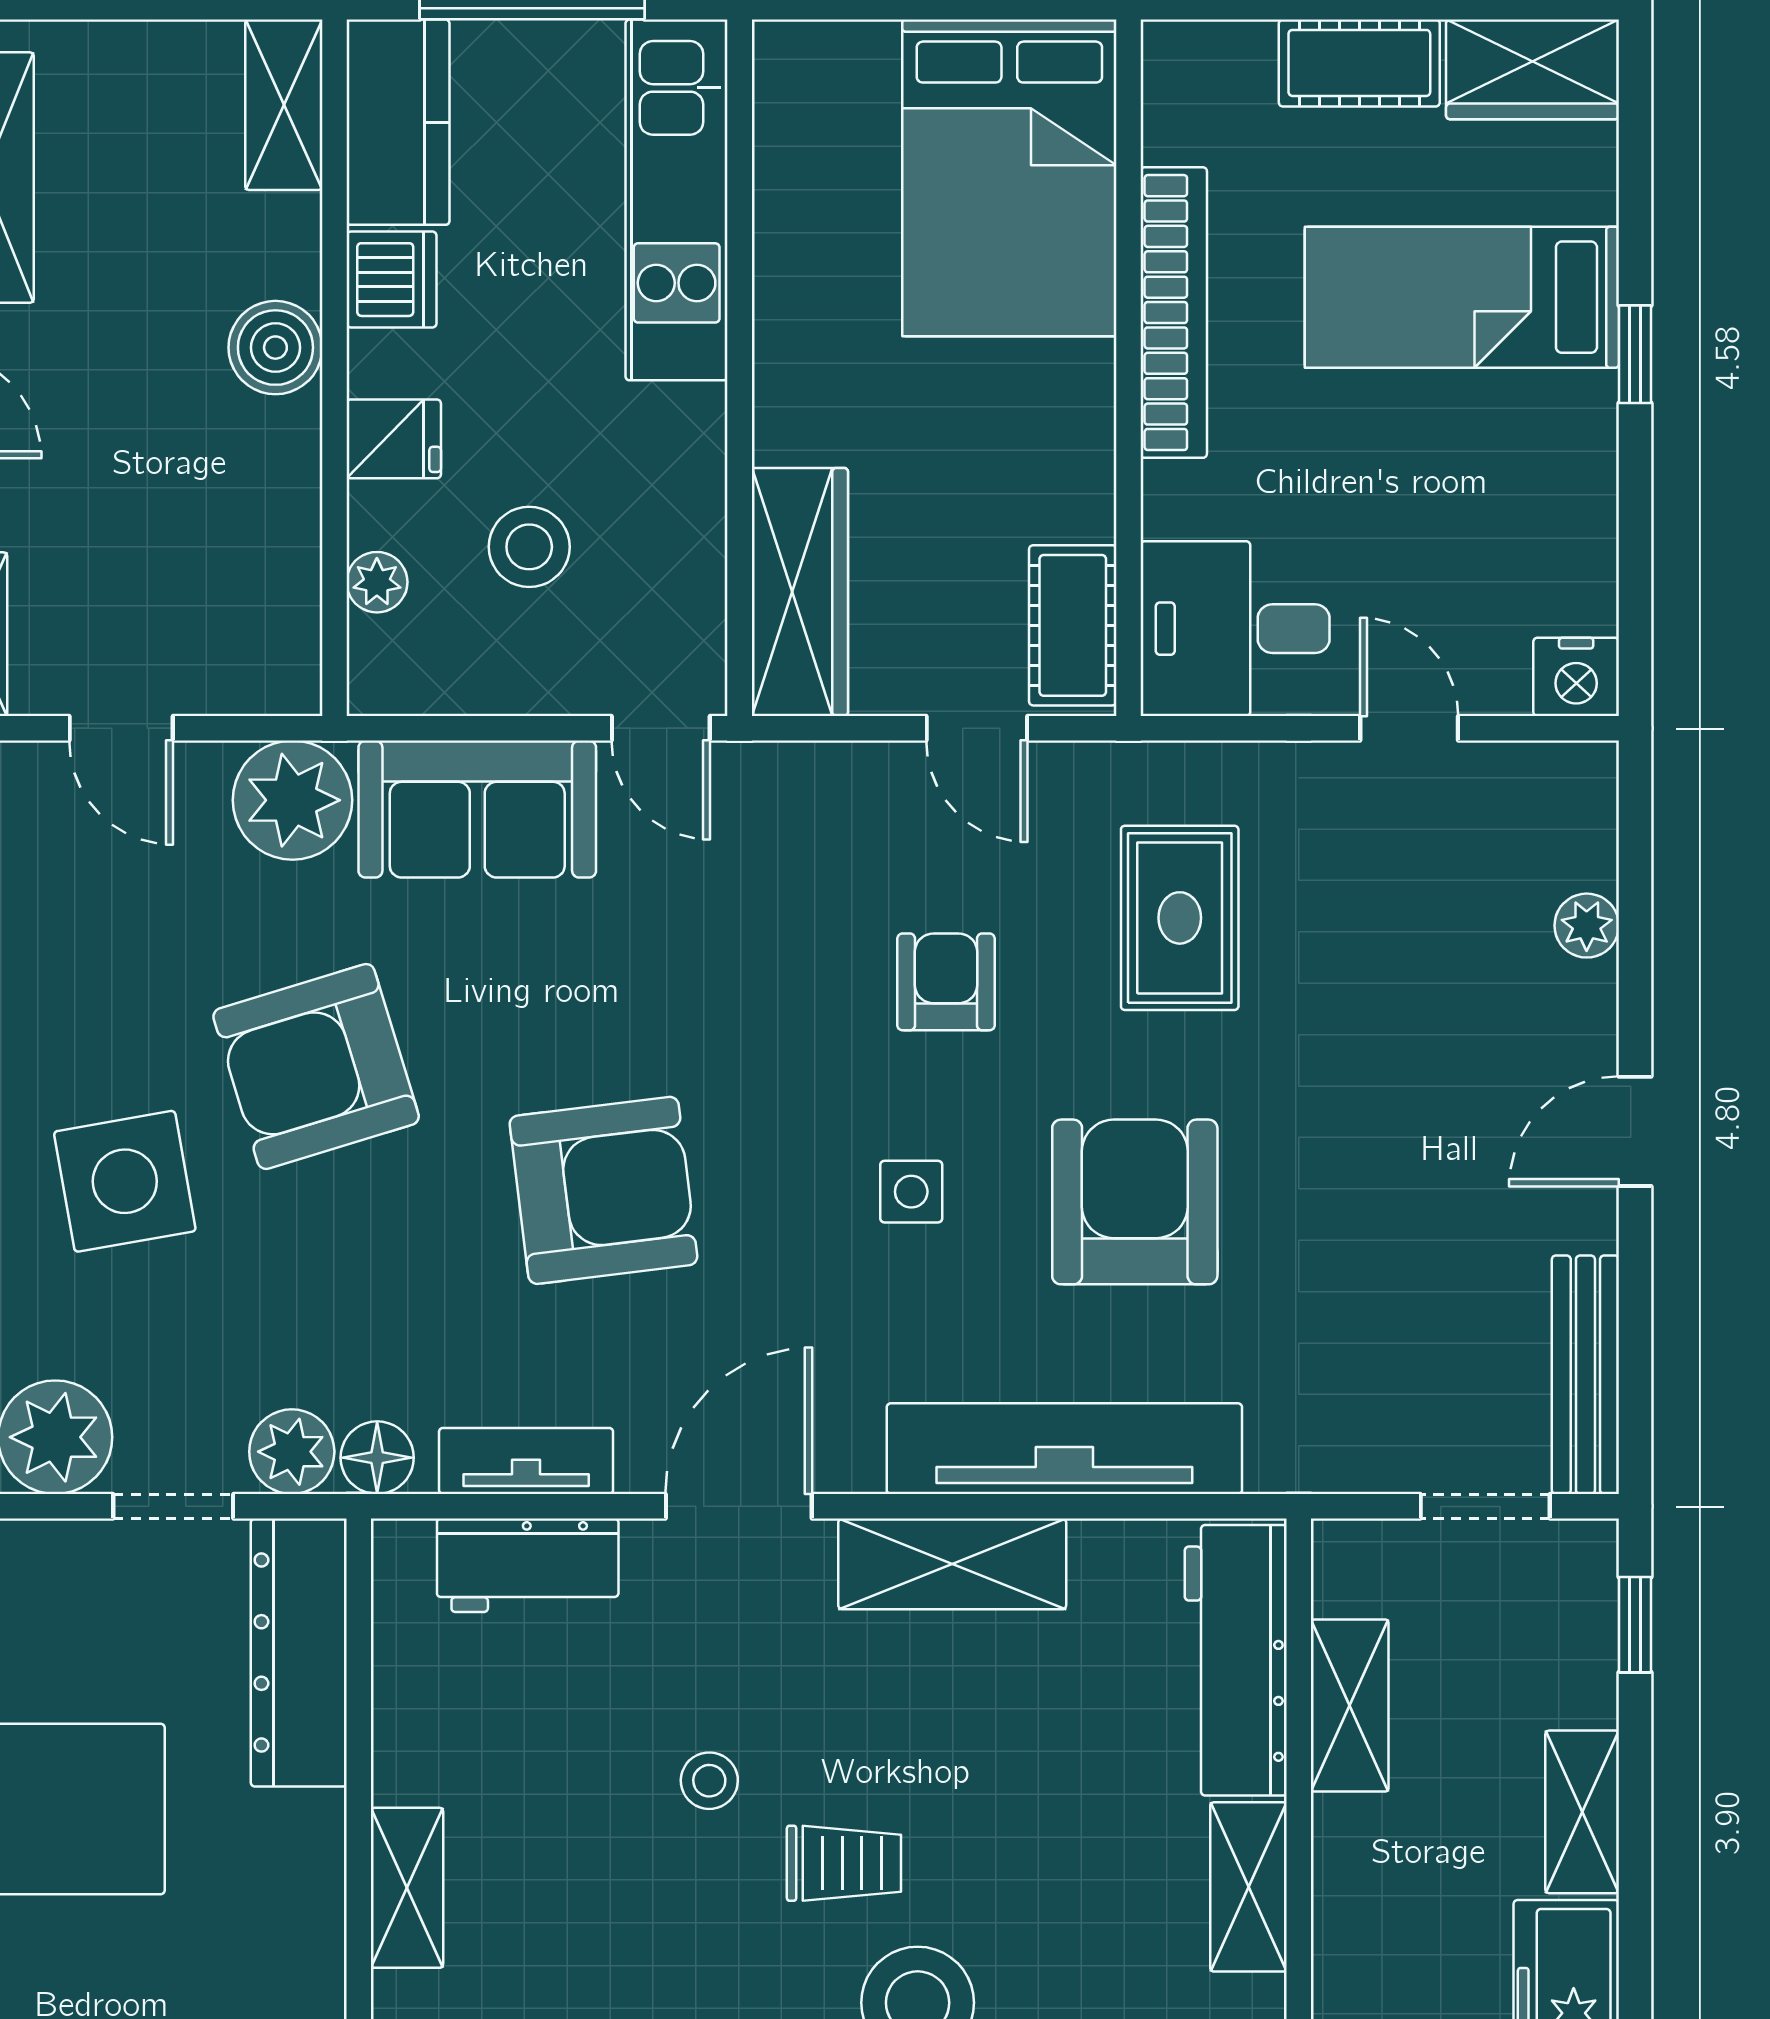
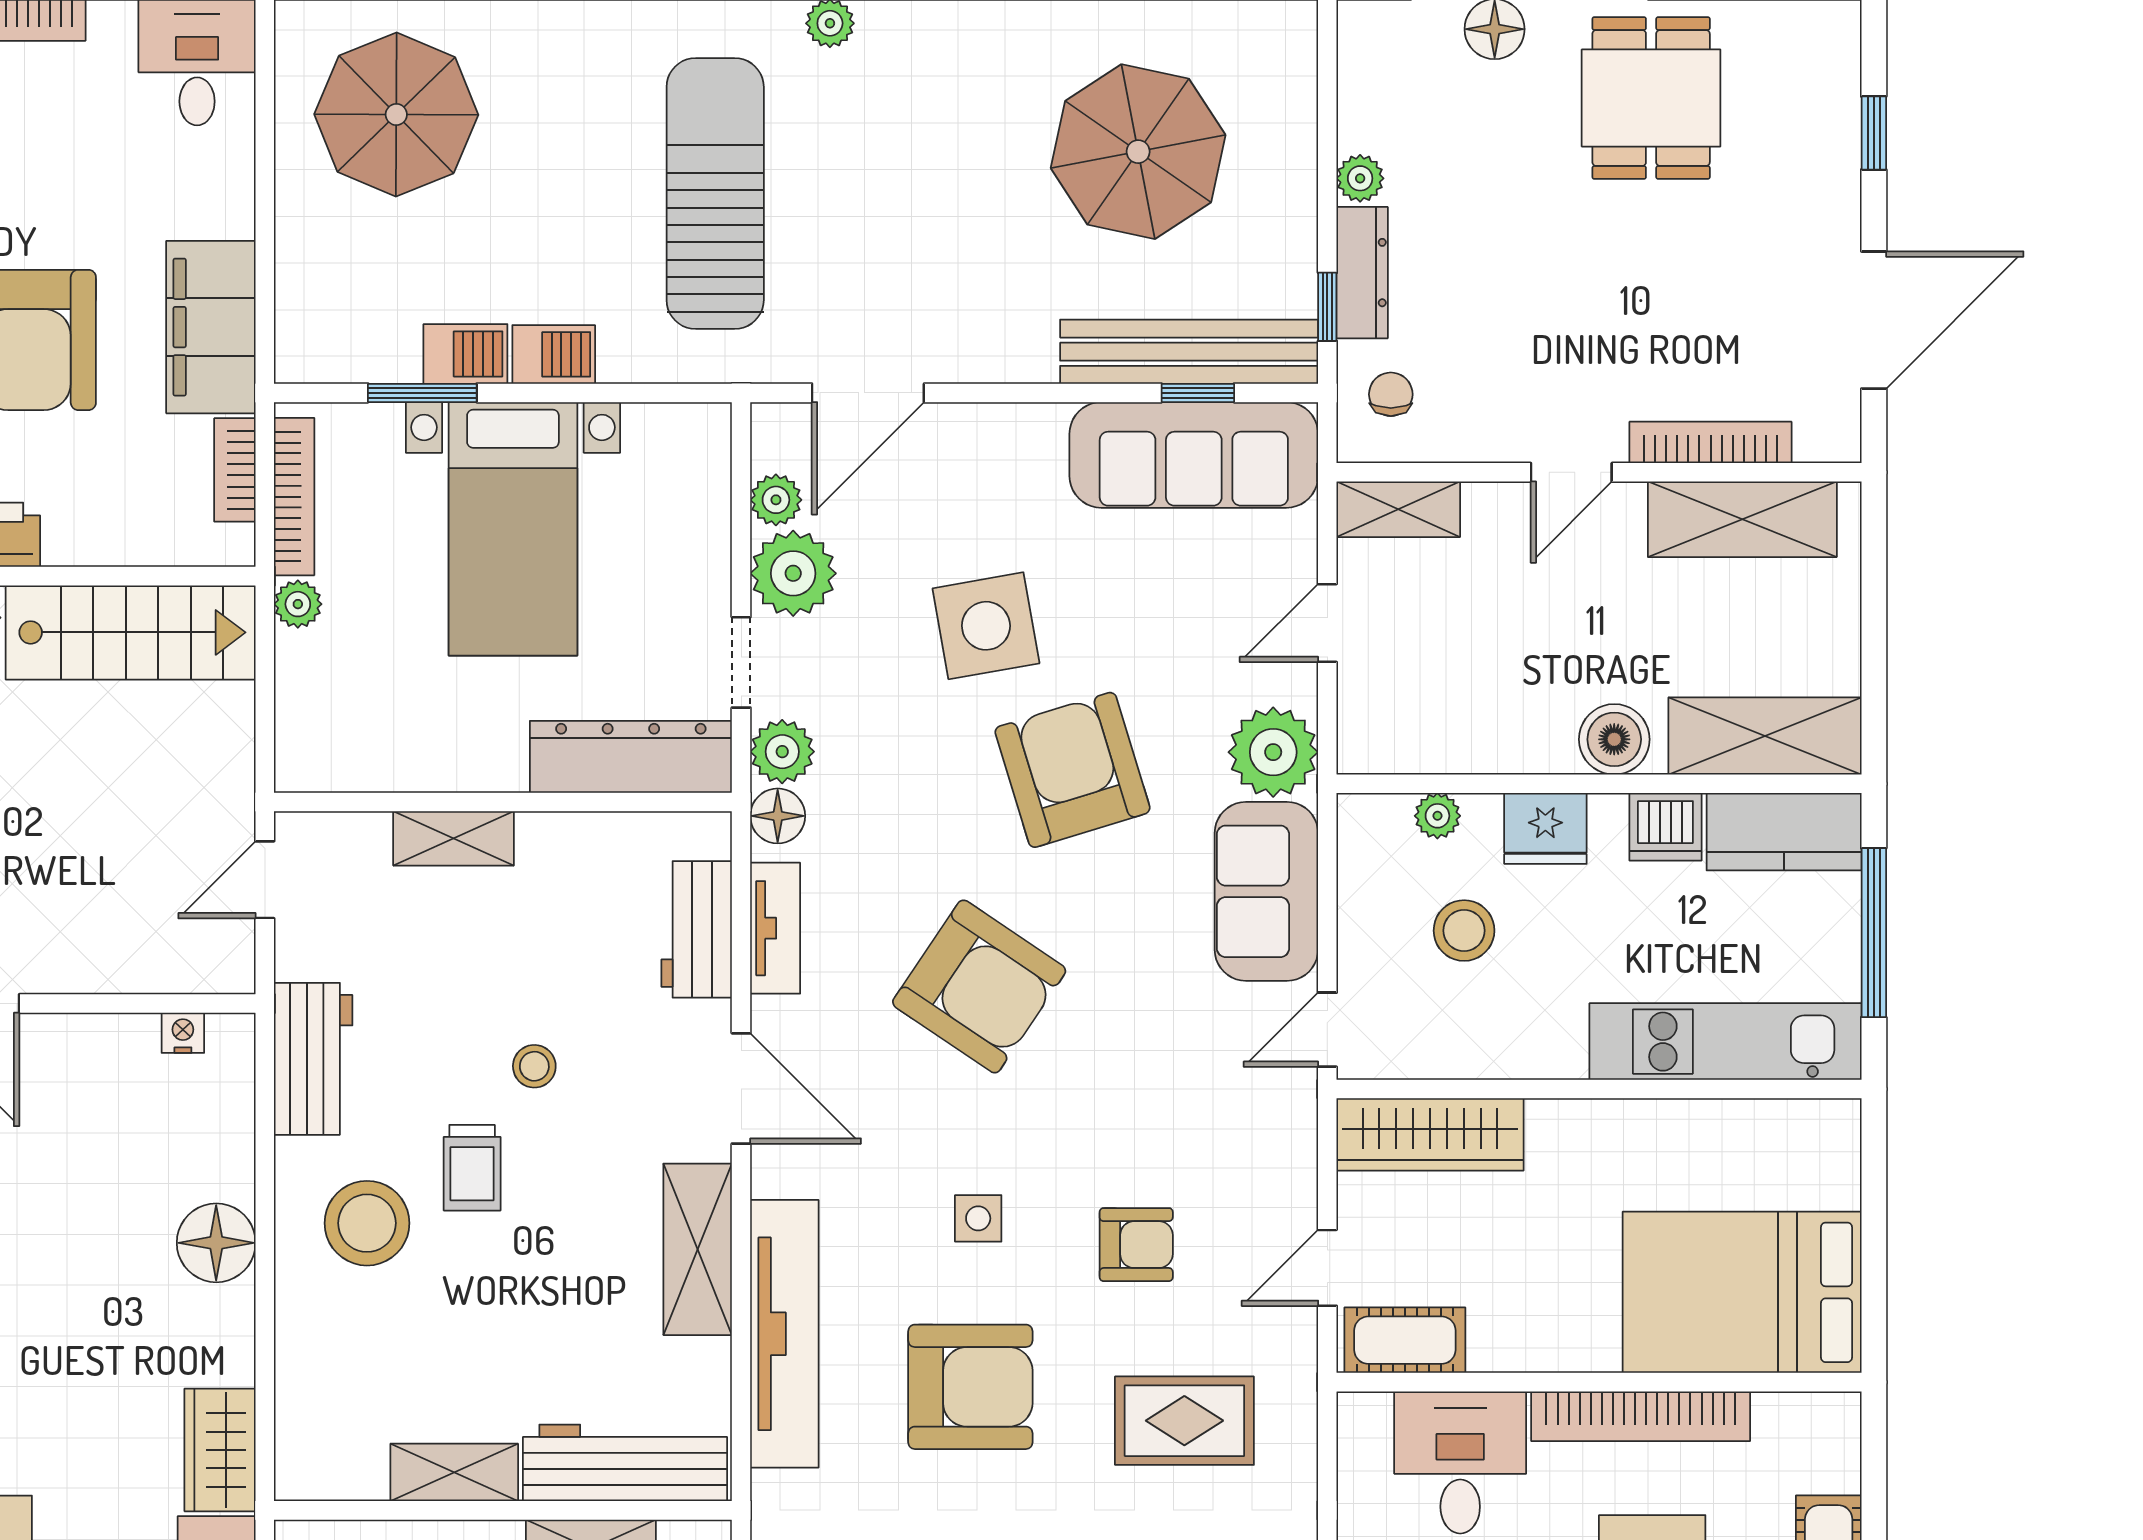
shelving: (284, 105) -> (1765, 736), width x1.50, depth x1.33
fridge: (394, 439) -> (1545, 828), width x1.38
desk: (1235, 629) -> (1460, 1462), moved
armchair: (603, 1190) -> (979, 986), turned -49

